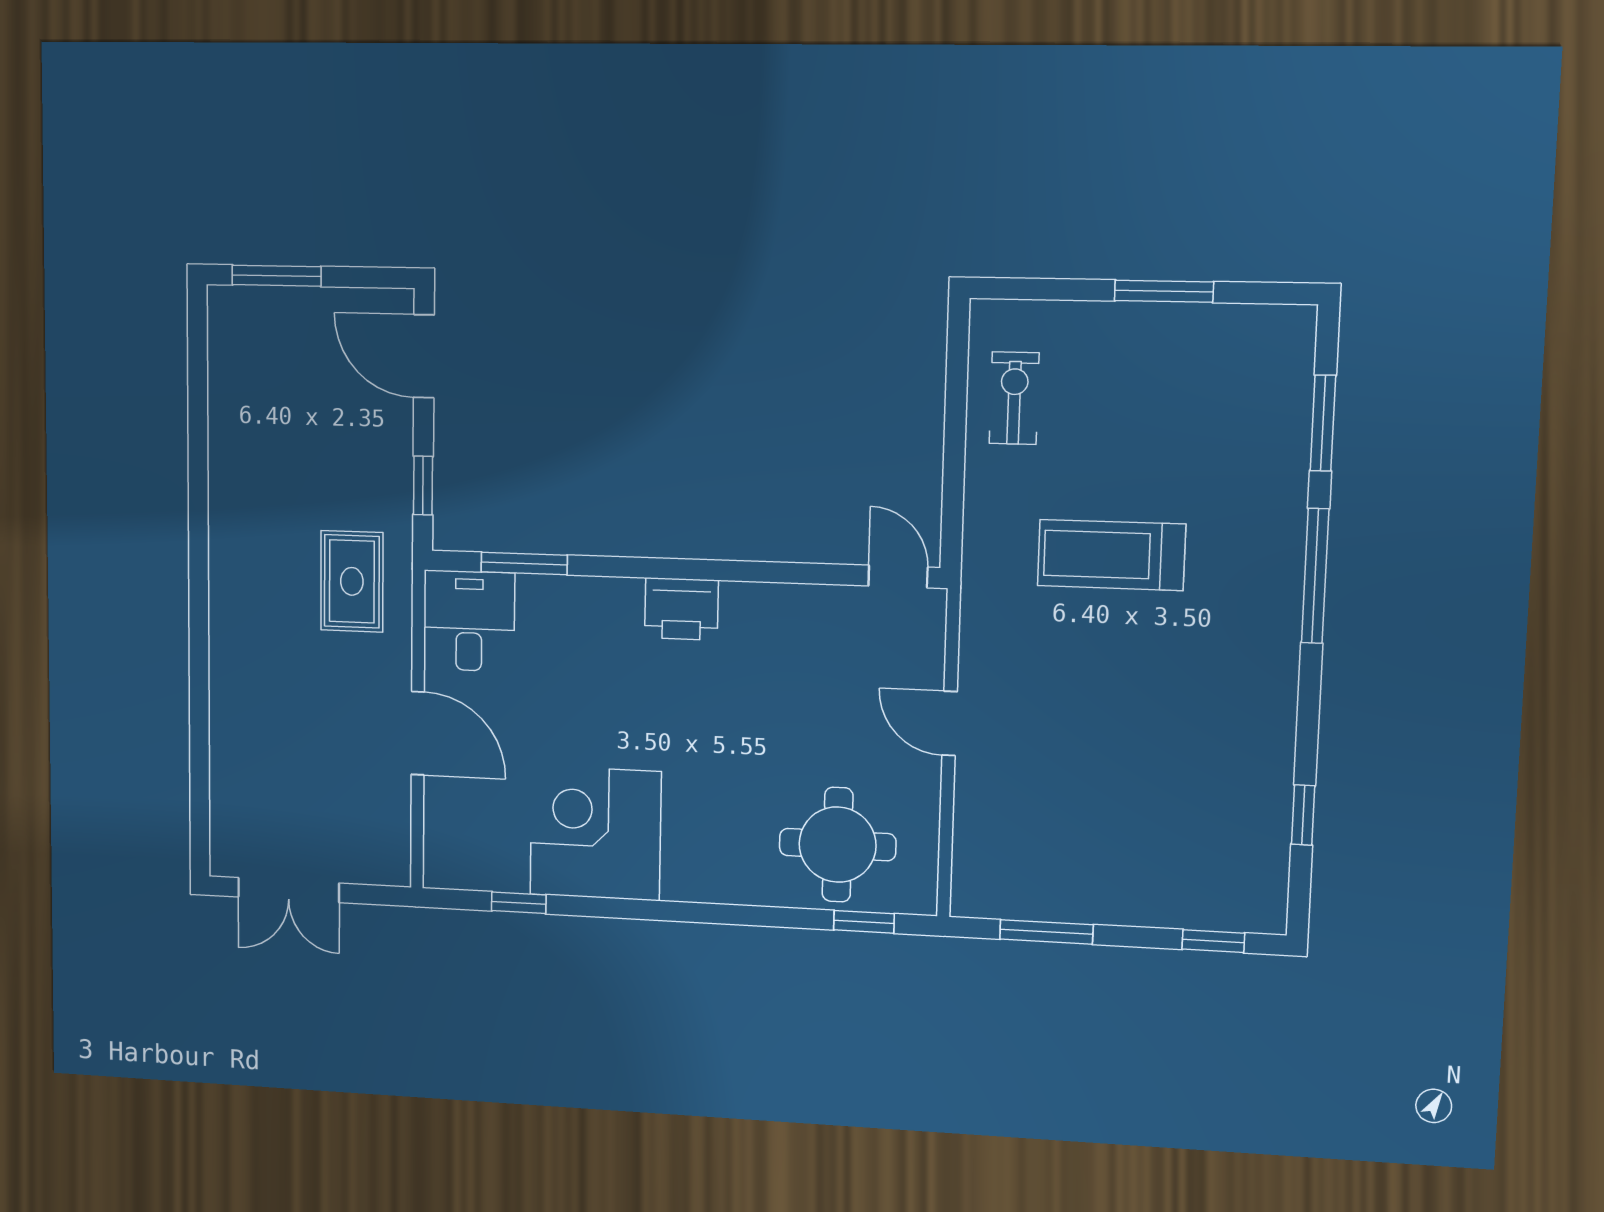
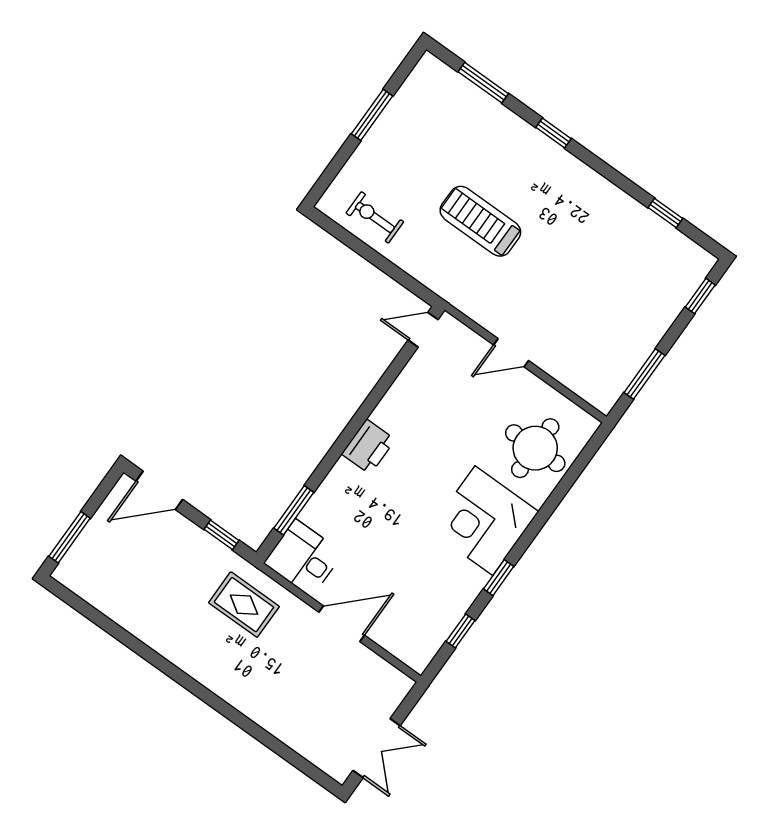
treadmill: (1111, 555) -> (480, 221), turned 90
window: (1315, 576) -> (554, 133), width x0.46
corner desk: (595, 833) -> (484, 521), moved
window: (864, 922) -> (499, 578), moved

